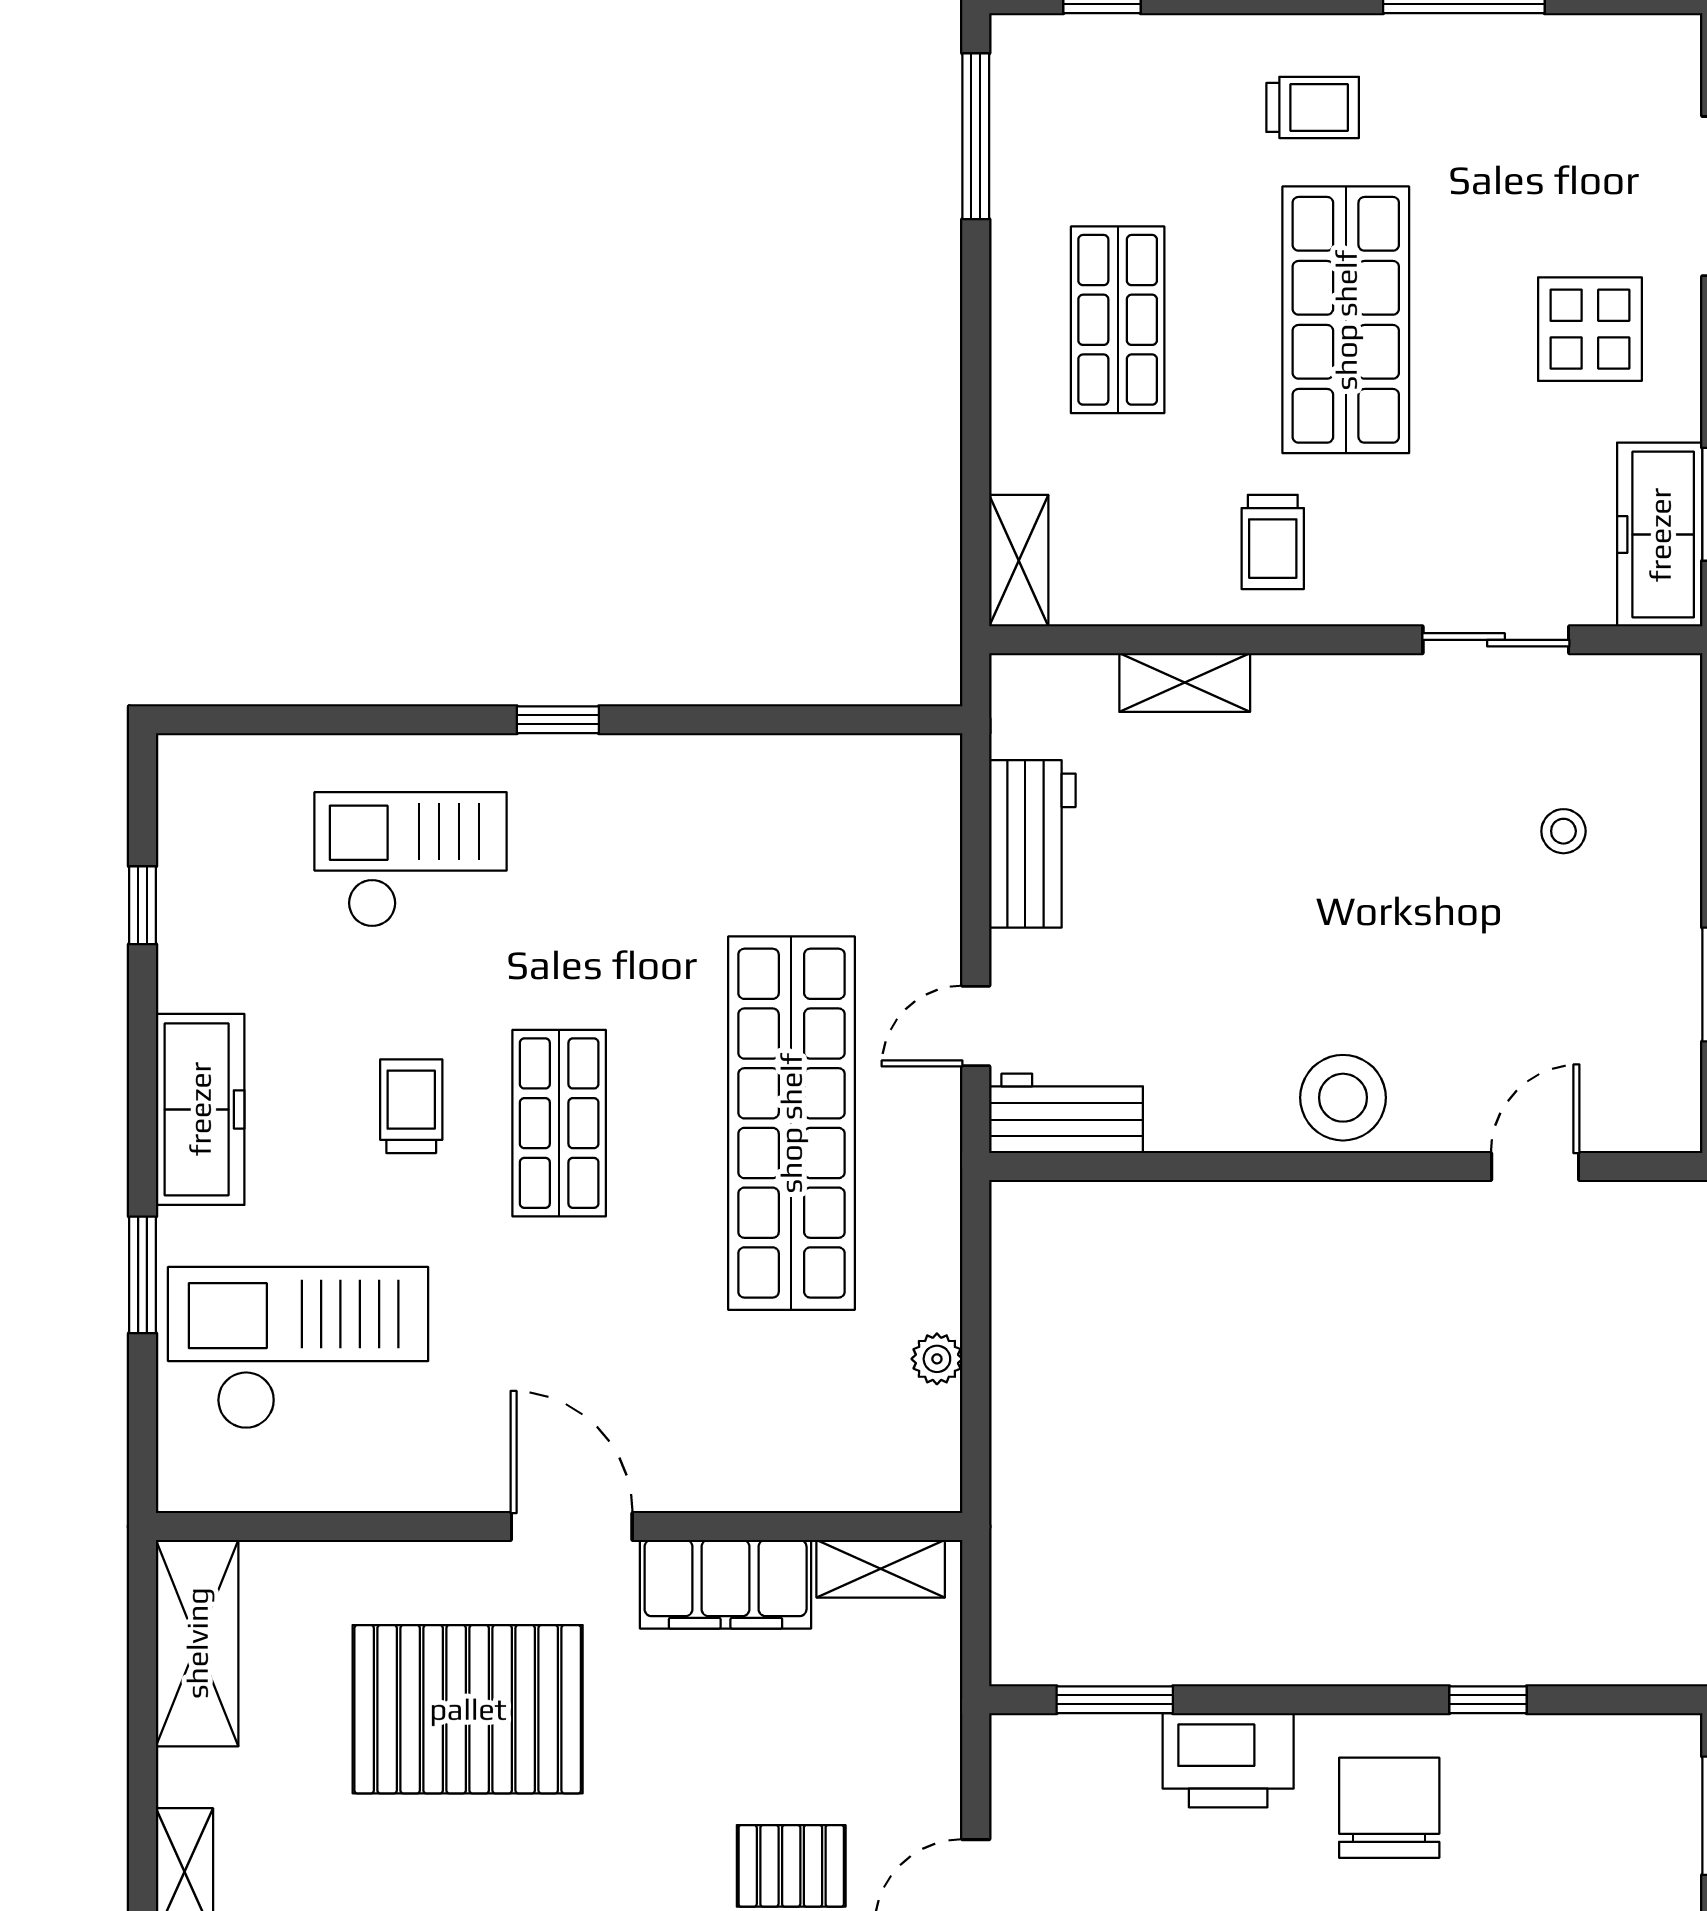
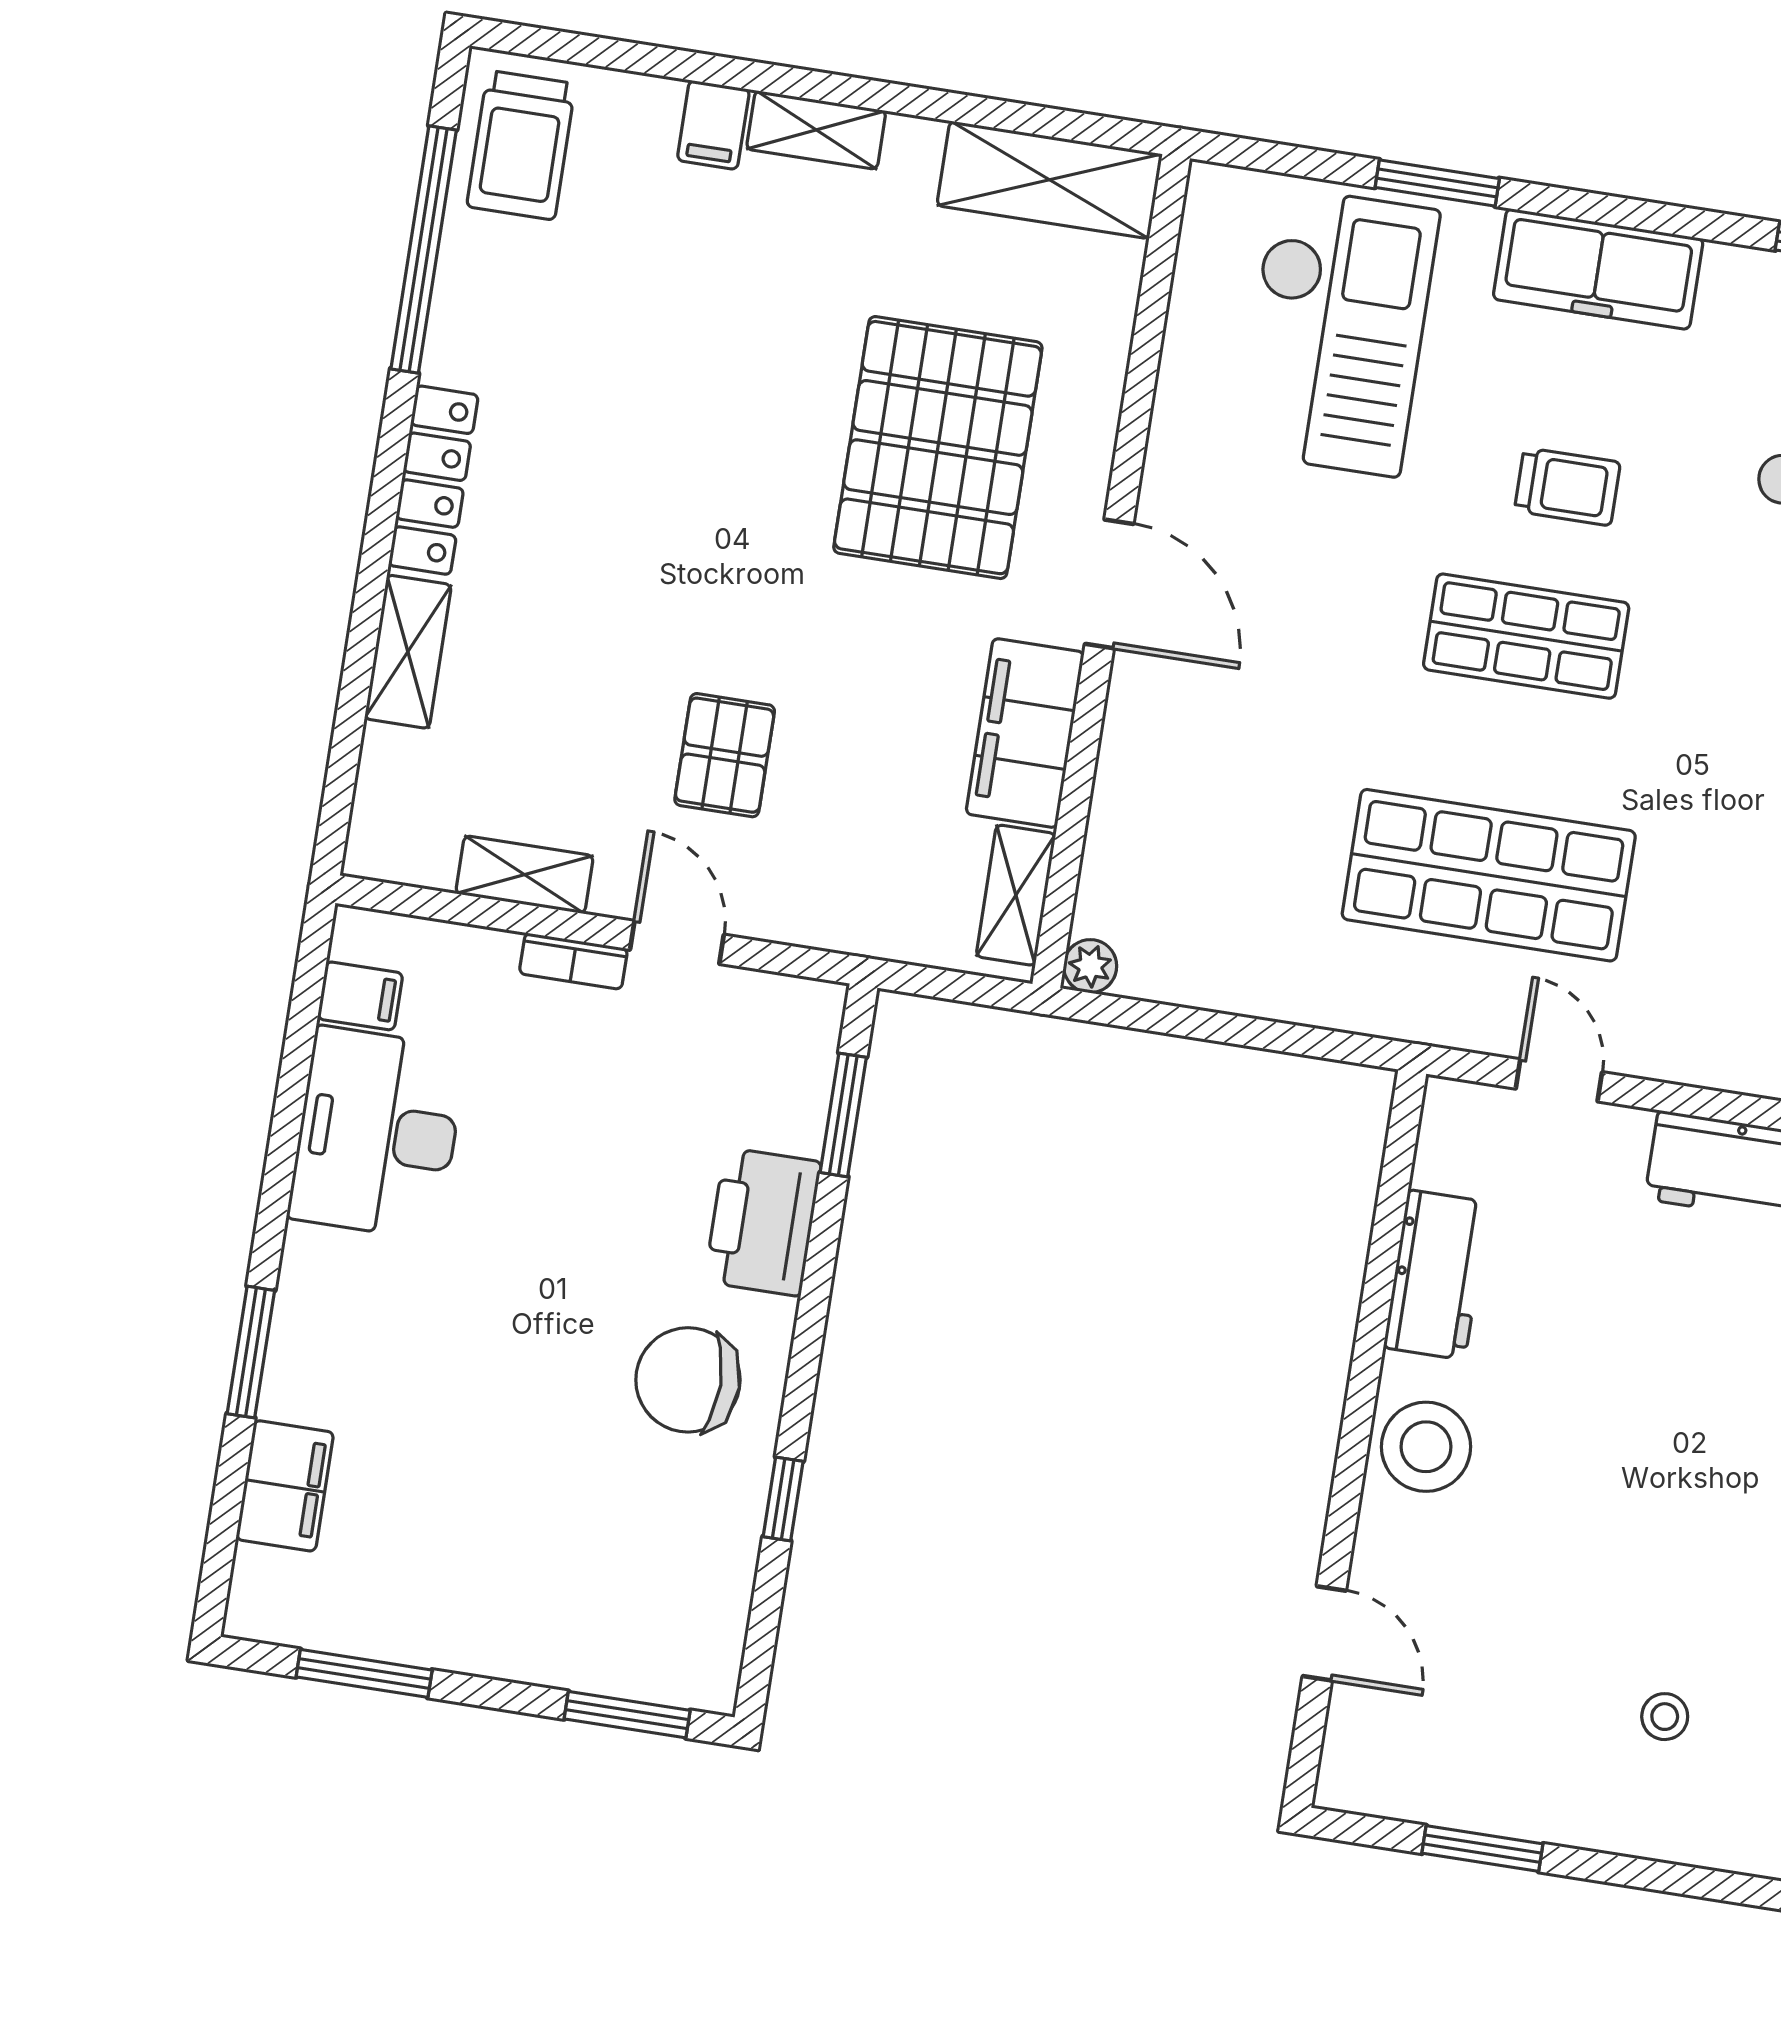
workbench: (1066, 1113) -> (1436, 1275), moved
shop shelf: (791, 1123) -> (1489, 875), width x0.71
plant: (937, 1359) -> (1090, 966), moved
door: (572, 1526) -> (1109, 584), hinge flipped
chair: (1389, 1808) -> (688, 1380), turned 180

